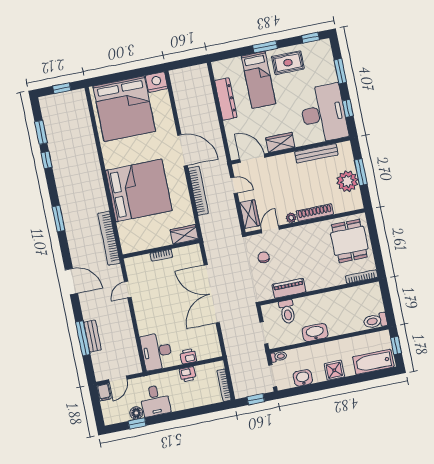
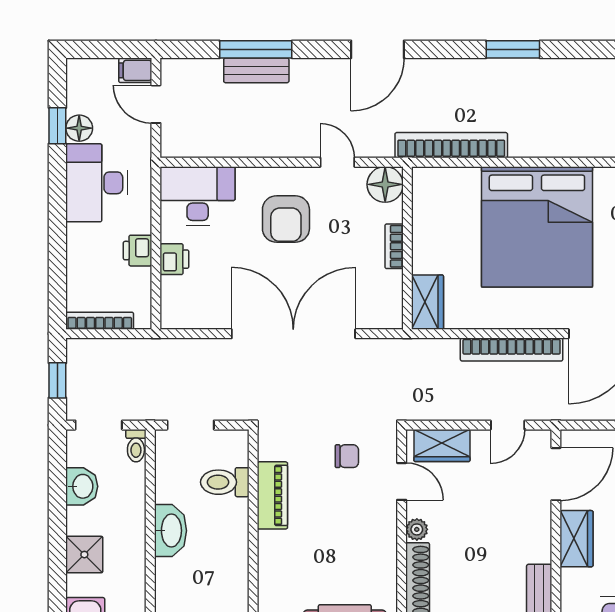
floor lamp: (133, 265) -> (385, 184), added
armchair: (159, 308) -> (286, 219), added
desk: (155, 401) -> (97, 183), width x1.37

